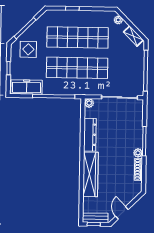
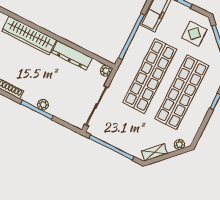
plant: (138, 153) -> (43, 105), moved

